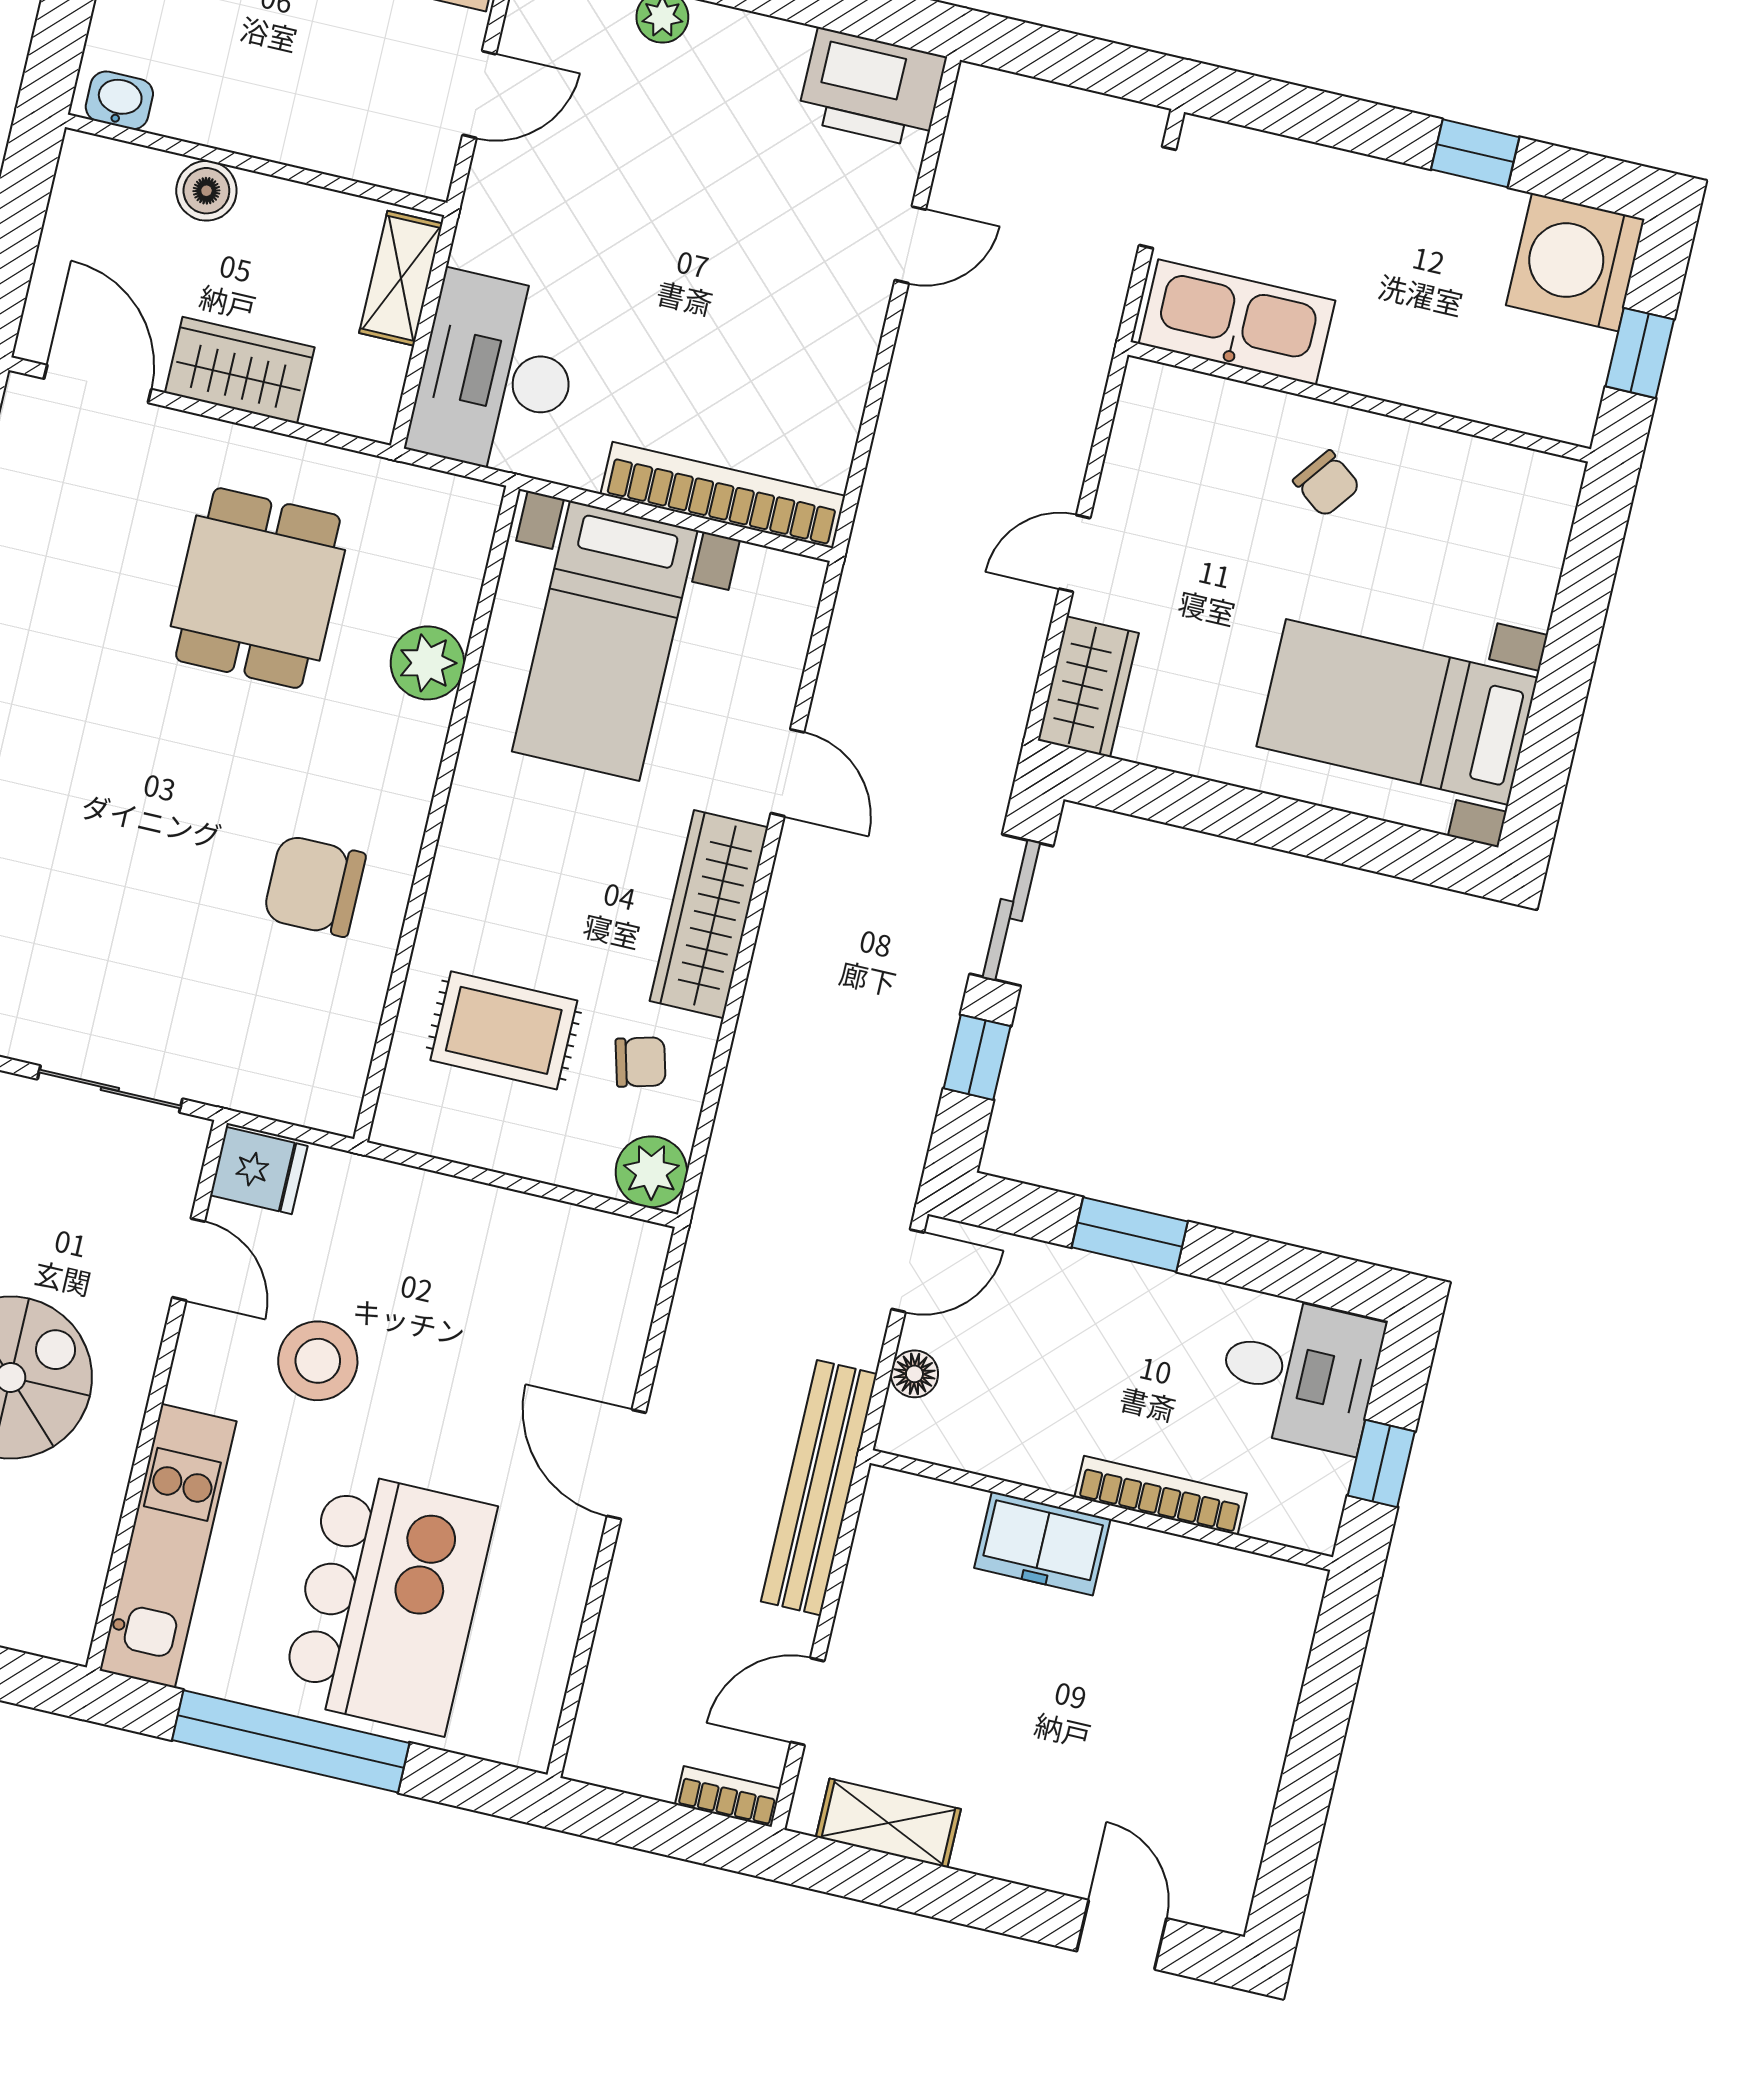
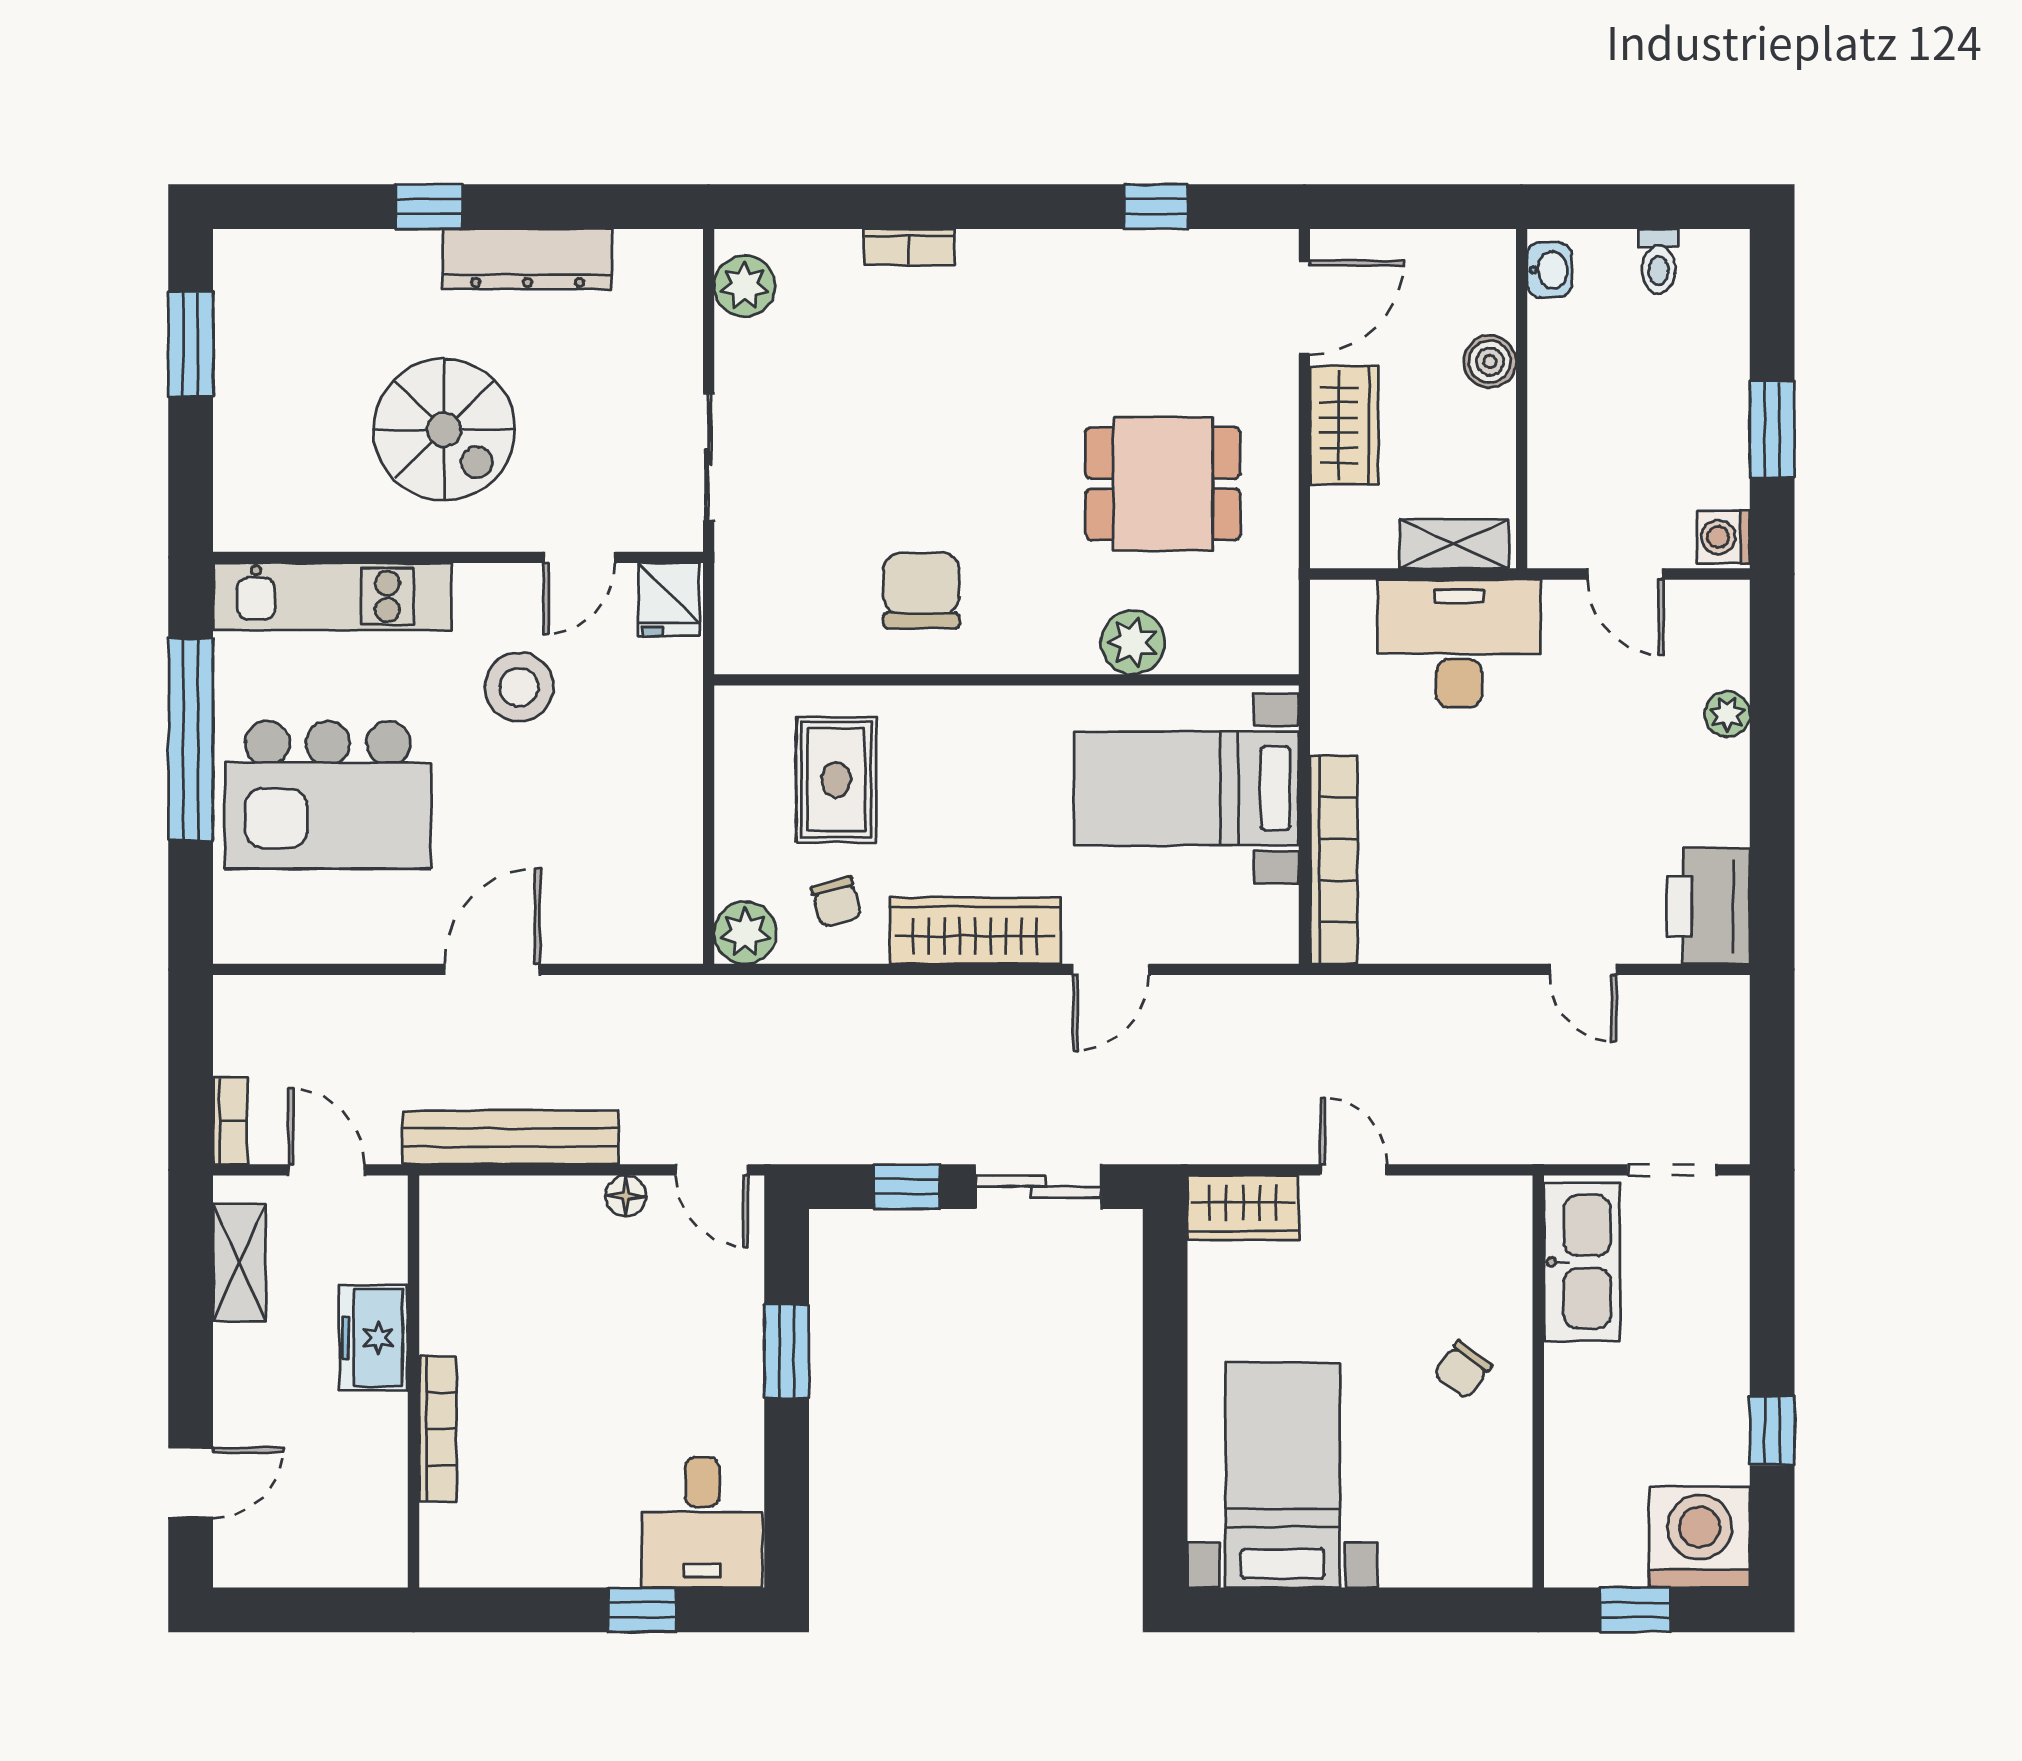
desk: (496, 374) -> (1459, 644), moved
bookcase: (1161, 1495) -> (438, 1429), moved
wall: (1101, 1510) -> (413, 1381), moved
freezer: (1042, 1543) -> (373, 1338), moved

